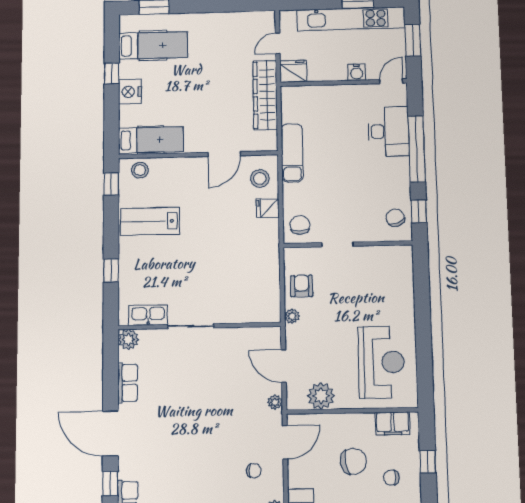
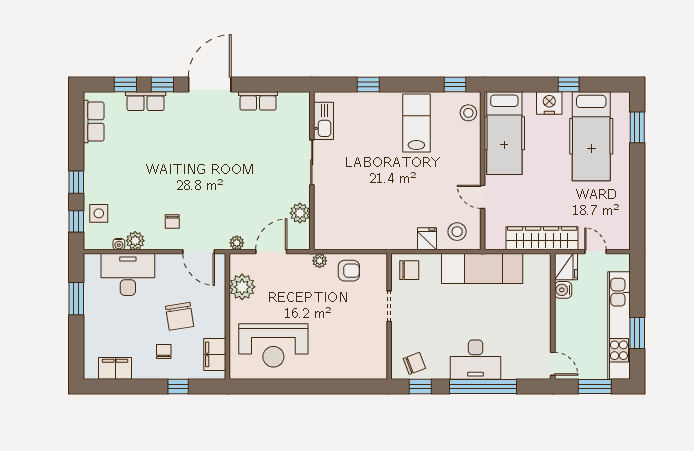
hospital bed: (153, 45) -> (591, 136), width x1.37, depth x1.29
water cooler: (357, 72) -> (563, 290), moved
desk: (389, 131) -> (476, 360), moved
hospital bed: (151, 140) -> (504, 133), width x1.37, depth x1.29
exam couch: (292, 153) -> (482, 269), width x1.36, depth x1.45
door: (224, 154) -> (483, 197), width x0.73
plant: (128, 340) -> (300, 213), moved

